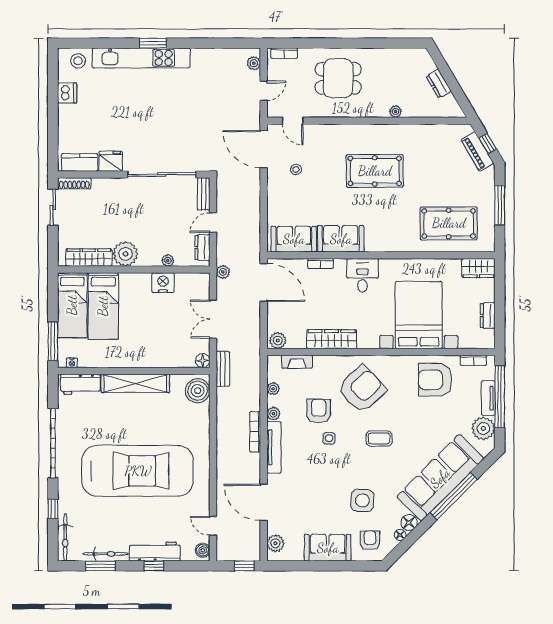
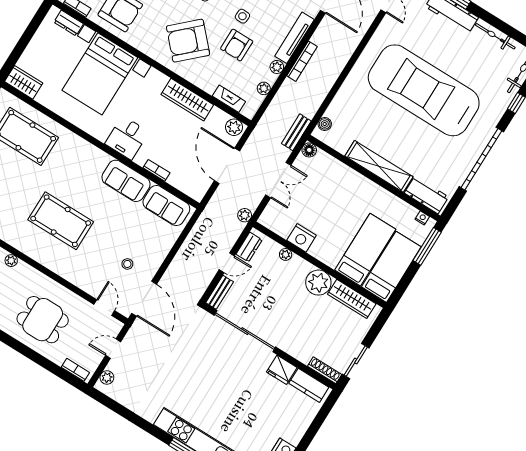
door: (264, 283) -> (227, 166), moved
dresser: (488, 315) -> (69, 23), moved, turned 90
boiler: (198, 391) -> (325, 124), width x0.54, depth x0.54
window: (100, 566) -> (506, 29), removed

